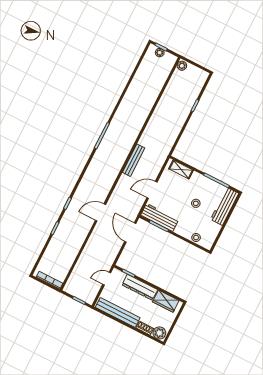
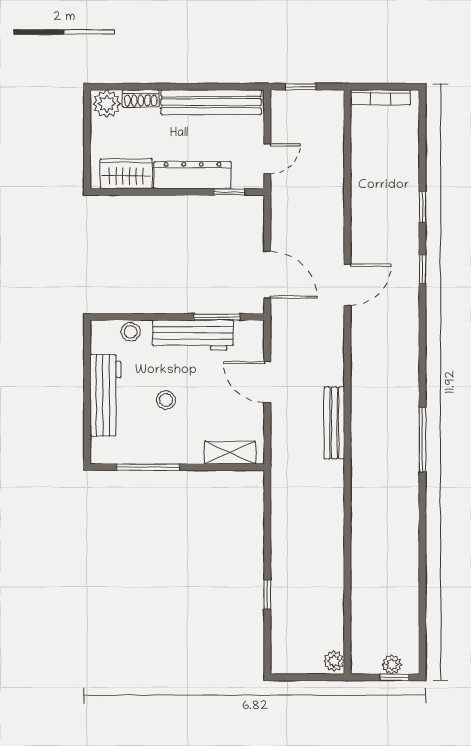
door: (152, 190) -> (267, 382), swing flipped
workbench: (225, 206) -> (105, 395), moved
workbench: (160, 217) -> (193, 335), moved

